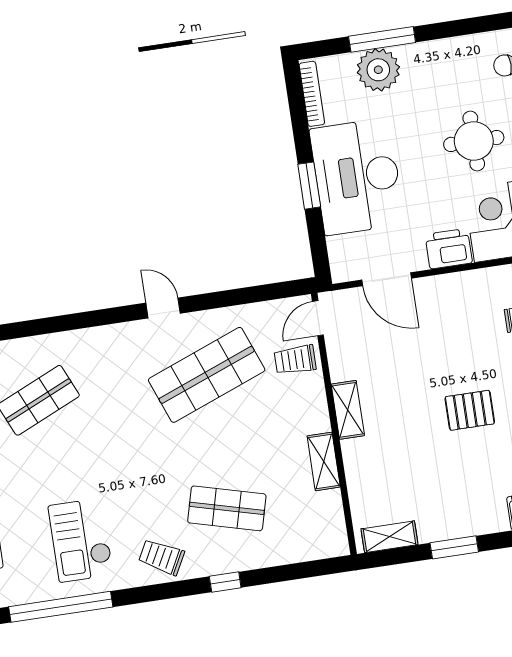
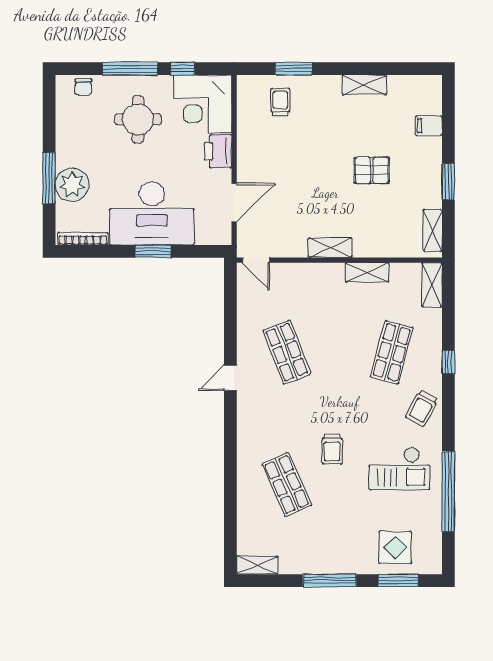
trolley: (295, 360) -> (332, 449), moved
shop shelf: (207, 375) -> (287, 352), width x0.70, depth x0.74
pallet: (470, 410) -> (372, 170), moved, turned 90
shelving: (320, 546) -> (432, 285), added

